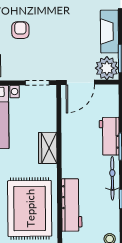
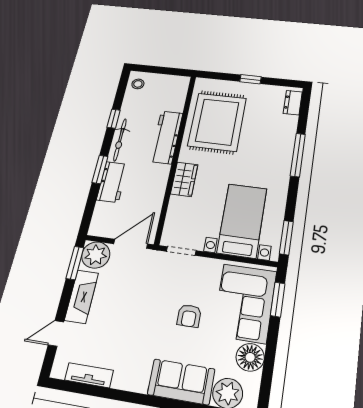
workbench: (72, 205) -> (166, 137), moved

